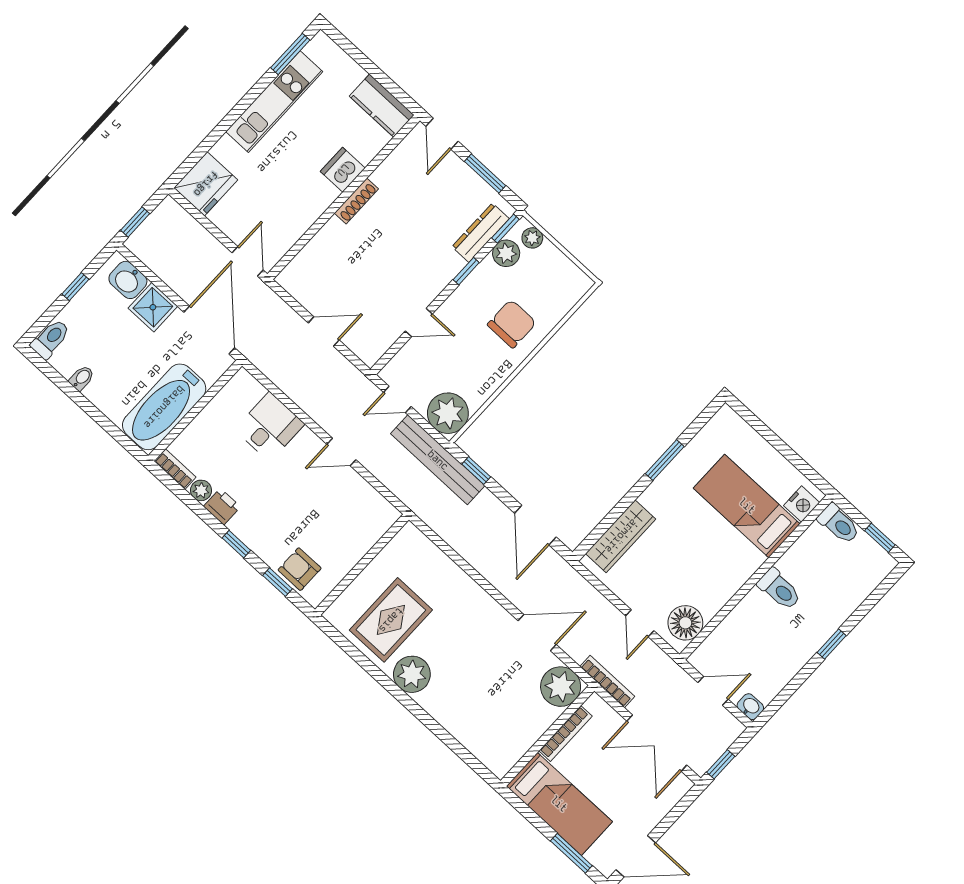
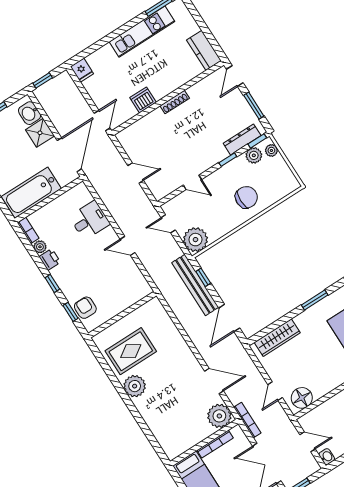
dishwasher: (343, 170) -> (143, 100), moved
fridge: (206, 184) -> (82, 70), width x0.53, depth x0.75
bench: (438, 460) -> (195, 285), moved

